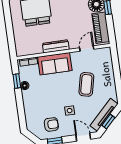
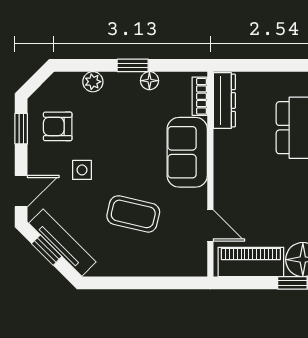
dresser: (56, 46) -> (224, 100), moved
window: (17, 81) -> (133, 65), moved
plant: (29, 111) -> (93, 82), added
armchair: (51, 124) -> (58, 126), turned 90

